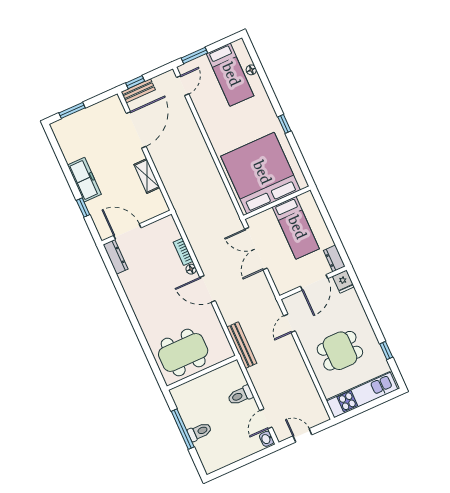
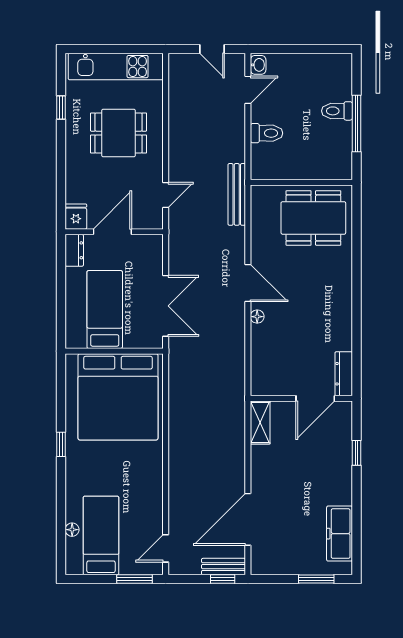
shelving: (147, 176) -> (260, 423), moved
freezer: (84, 180) -> (340, 534), moved
door: (127, 232) -> (315, 398), hinge flipped
bookcase: (183, 252) -> (257, 343), removed

